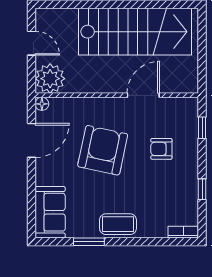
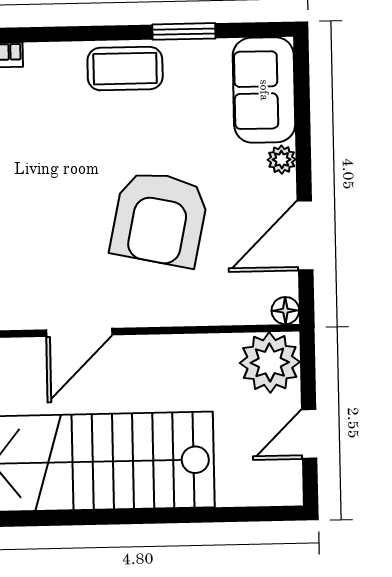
door: (31, 43) -> (309, 434), hinge flipped
armchair: (161, 149) -> (40, 224), removed
plant: (42, 178) -> (282, 160), added

